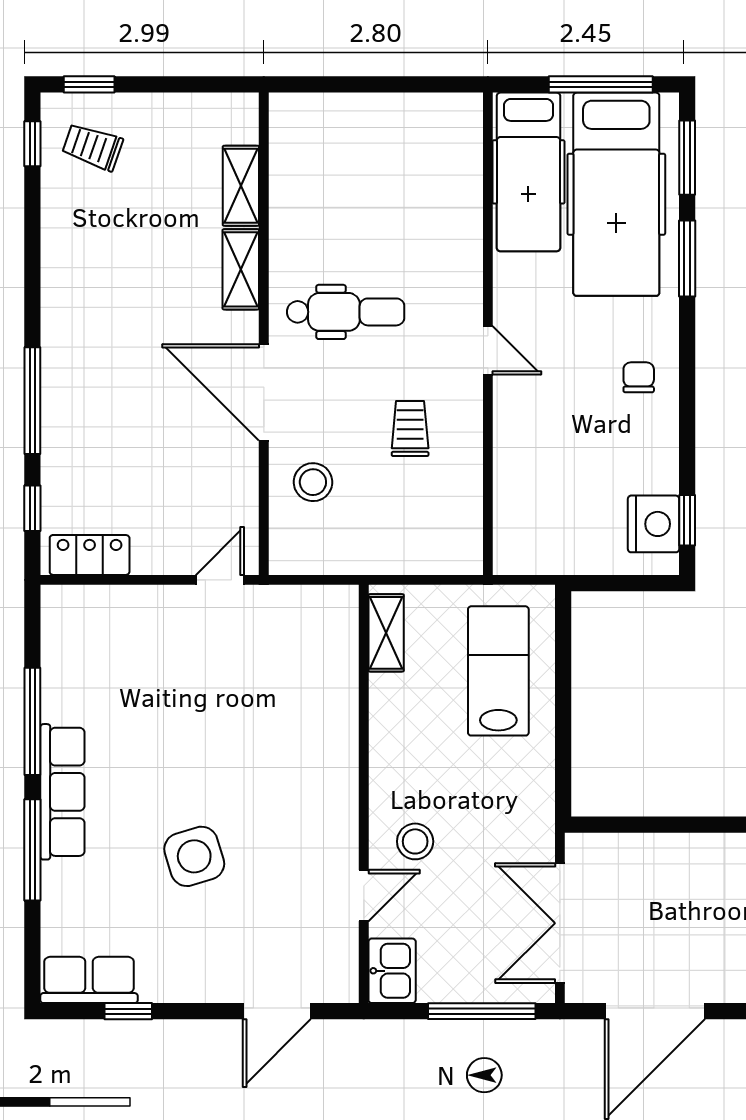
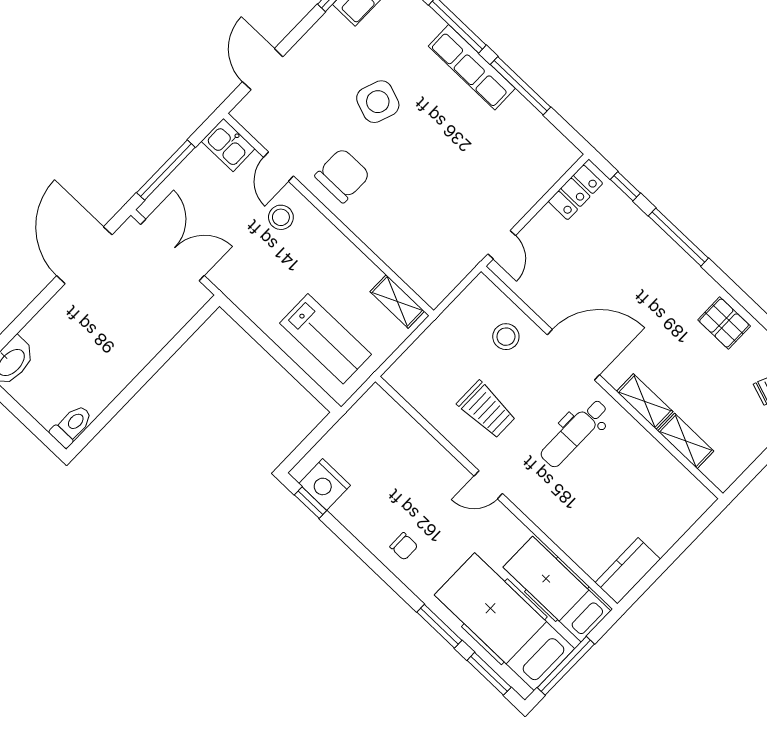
kitchen counter: (437, 115) -> (628, 571), added
pallet: (77, 265) -> (724, 323), added
trolley: (410, 428) -> (486, 410), width x1.36, depth x1.39
chair: (308, 819) -> (343, 175), added
side table: (194, 856) -> (378, 102), turned 37

